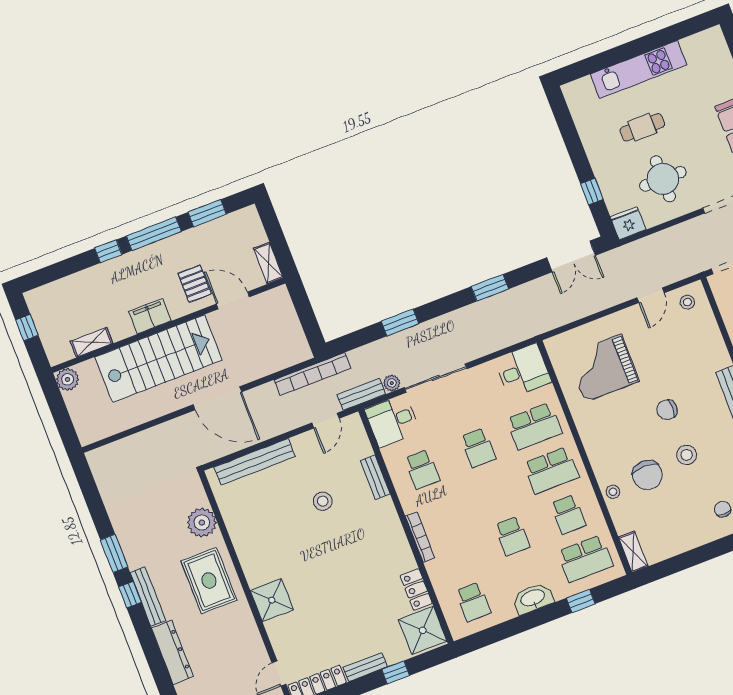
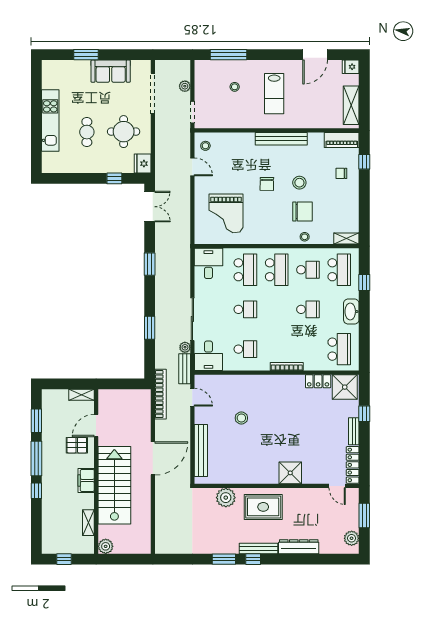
bench: (375, 477) -> (239, 380), removed
school desk: (473, 602) -> (339, 349), width x1.85

